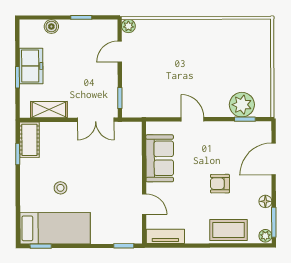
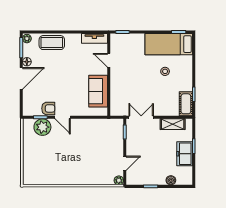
door: (193, 119) -> (63, 117), moved
door: (274, 159) -> (21, 78), moved
armchair: (220, 184) -> (48, 108), moved

